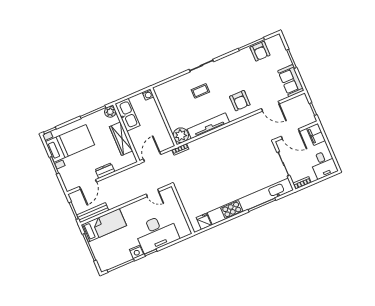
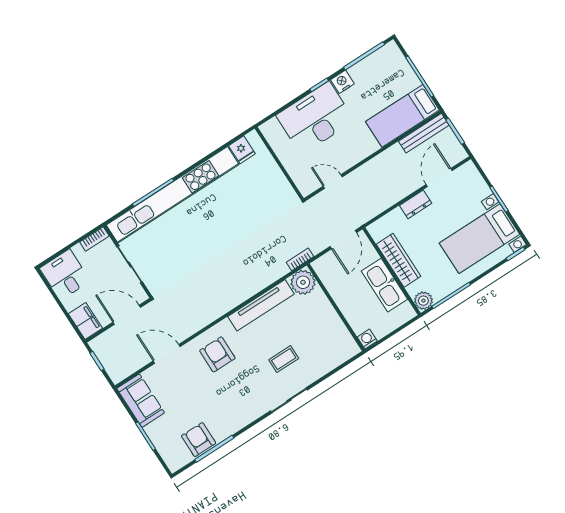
kitchen sink: (128, 115) -> (384, 285), moved

